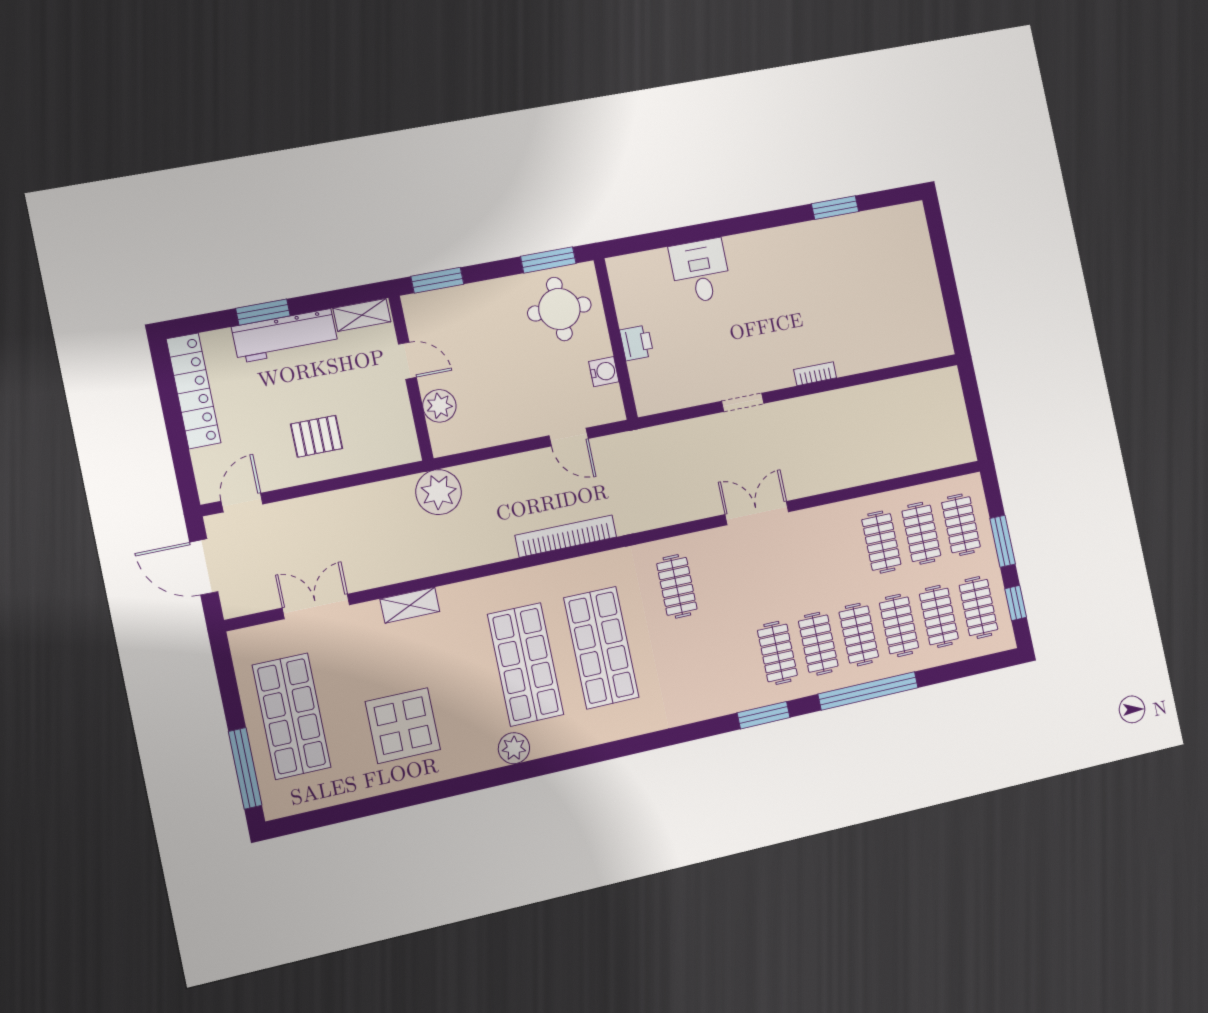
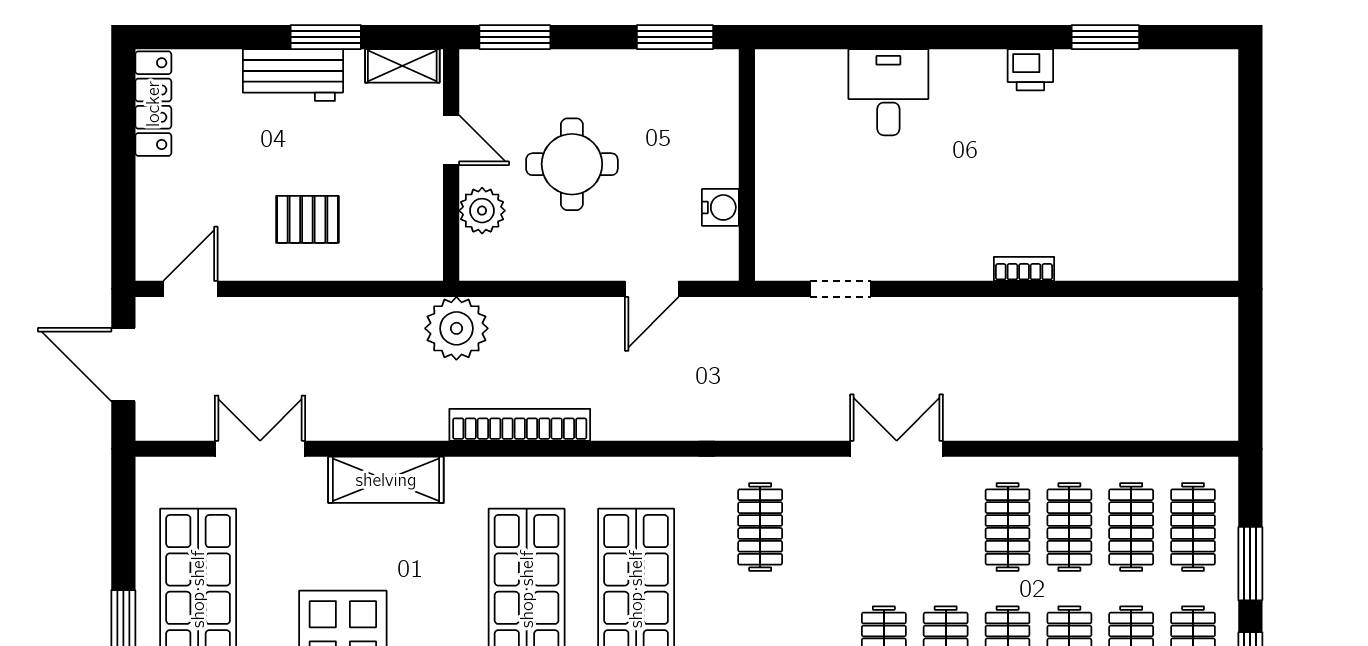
round table: (559, 309) -> (572, 164), moved
window: (263, 312) -> (326, 37), moved
workbench: (285, 336) -> (293, 75), width x0.73
printer: (637, 343) -> (1030, 70), moved, turned 90
locker: (194, 391) -> (153, 104), width x0.71, depth x0.83
doorway: (743, 402) -> (841, 289), moved
door: (569, 437) -> (652, 289), hinge flipped
bookcase: (566, 536) -> (520, 425), moved
clothes rail: (841, 551) -> (1008, 527), added
shelving: (410, 605) -> (386, 480), width x1.50, depth x1.33

